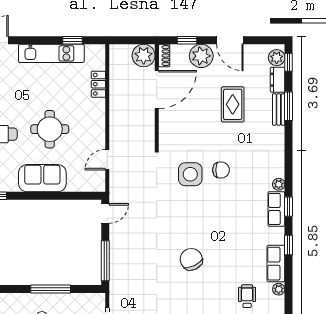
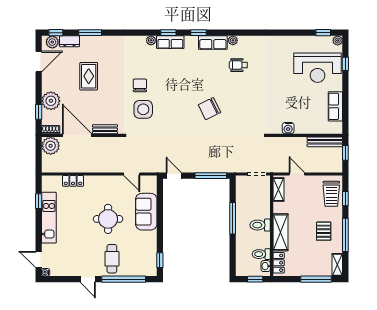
door: (230, 40) -> (39, 62), moved
rug: (233, 104) -> (89, 76), turned 90
bench: (279, 109) -> (105, 129), moved
sofa: (42, 178) -> (146, 212), moved

